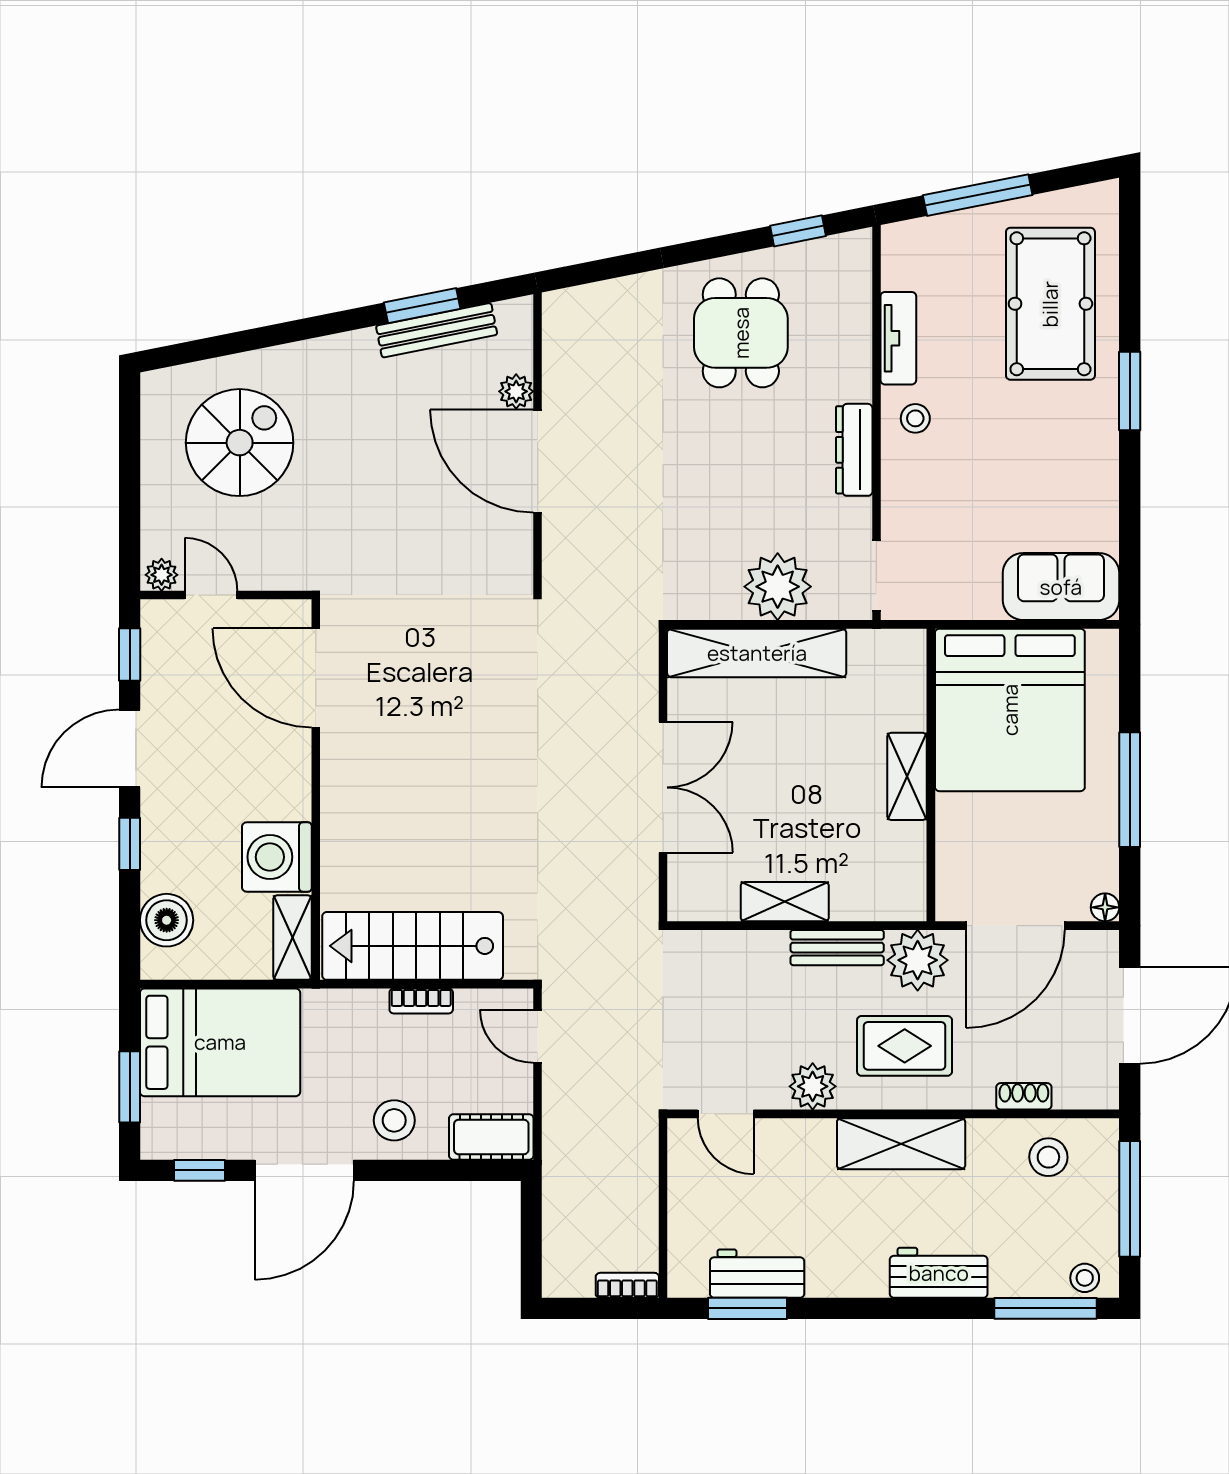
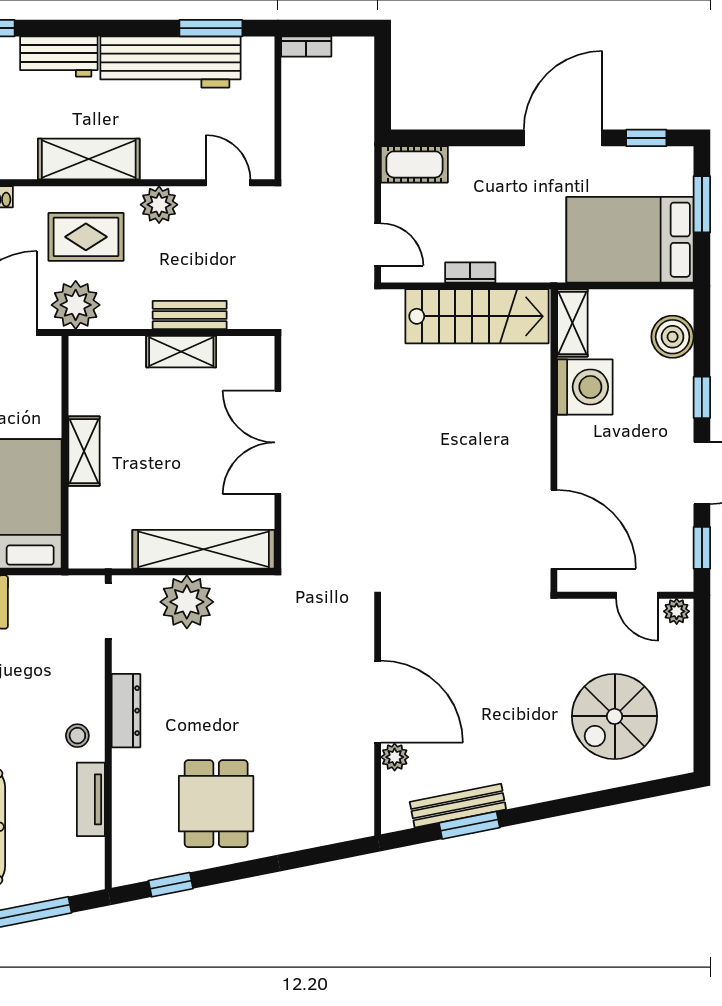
bench: (837, 948) -> (190, 315), moved
stool: (394, 1120) -> (492, 178), removed
workbench: (757, 1274) -> (170, 62), width x1.88, depth x1.32

